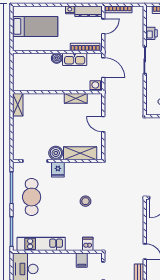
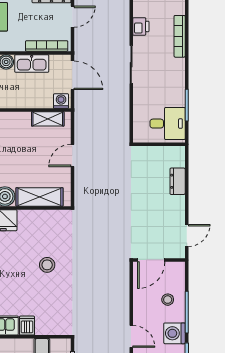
shelving: (76, 98) -> (48, 119), moved
door: (103, 124) -> (72, 155), hinge flipped
dishwasher: (88, 244) -> (27, 326), moved

